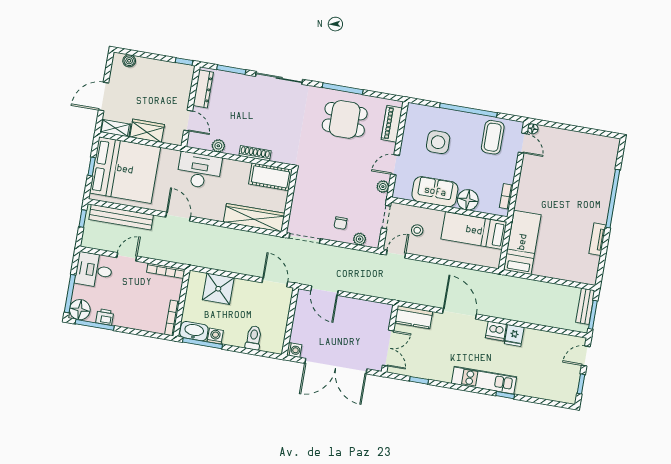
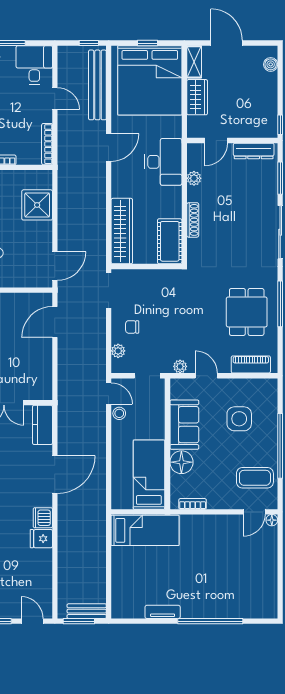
stool: (417, 230) -> (119, 413), moved

